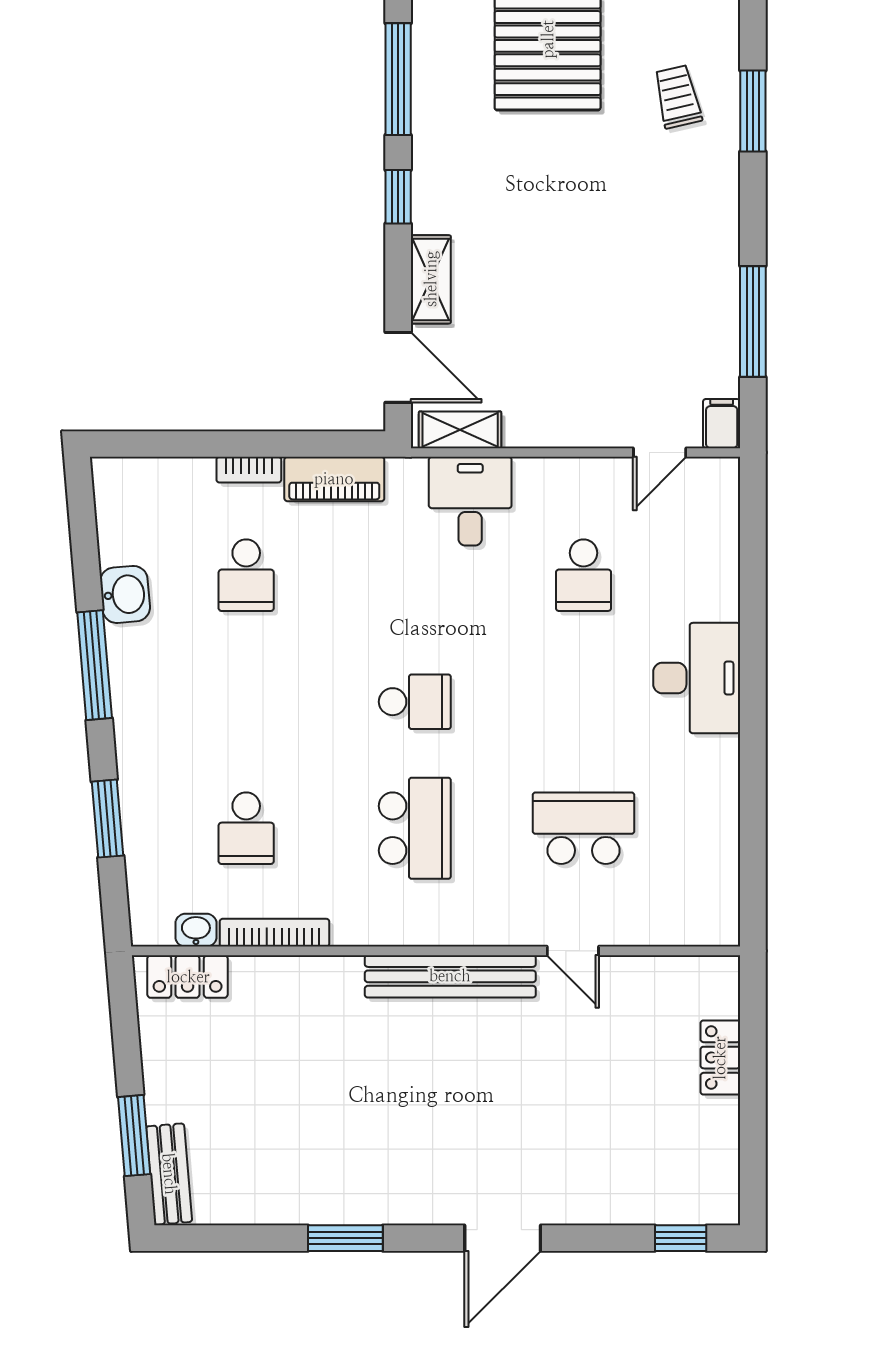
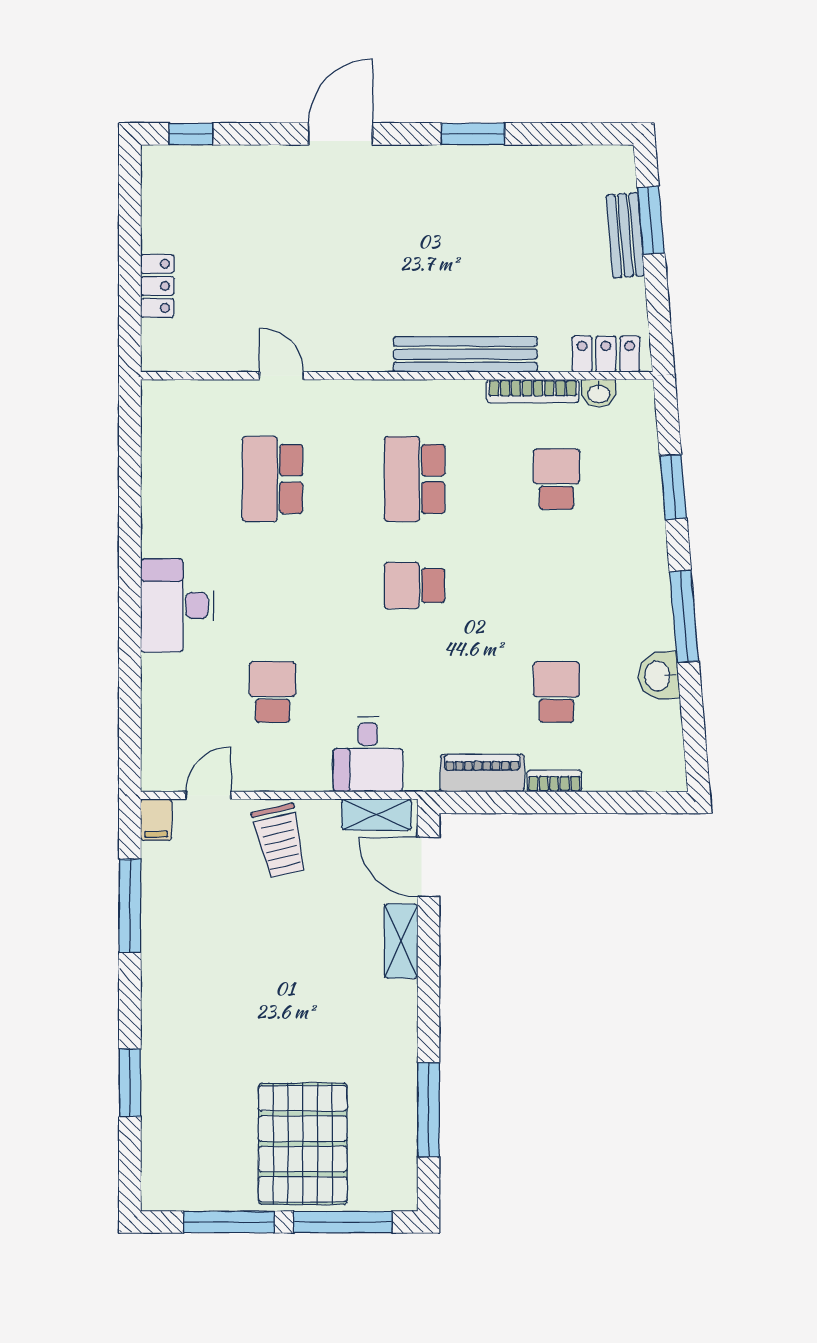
trolley: (678, 97) -> (280, 841), moved, width x1.36, depth x1.39
window: (398, 197) -> (429, 1011), removed
school desk: (583, 828) -> (272, 479), turned 90
bench: (450, 976) -> (465, 354), moved
bench: (169, 1174) -> (625, 235), moved

